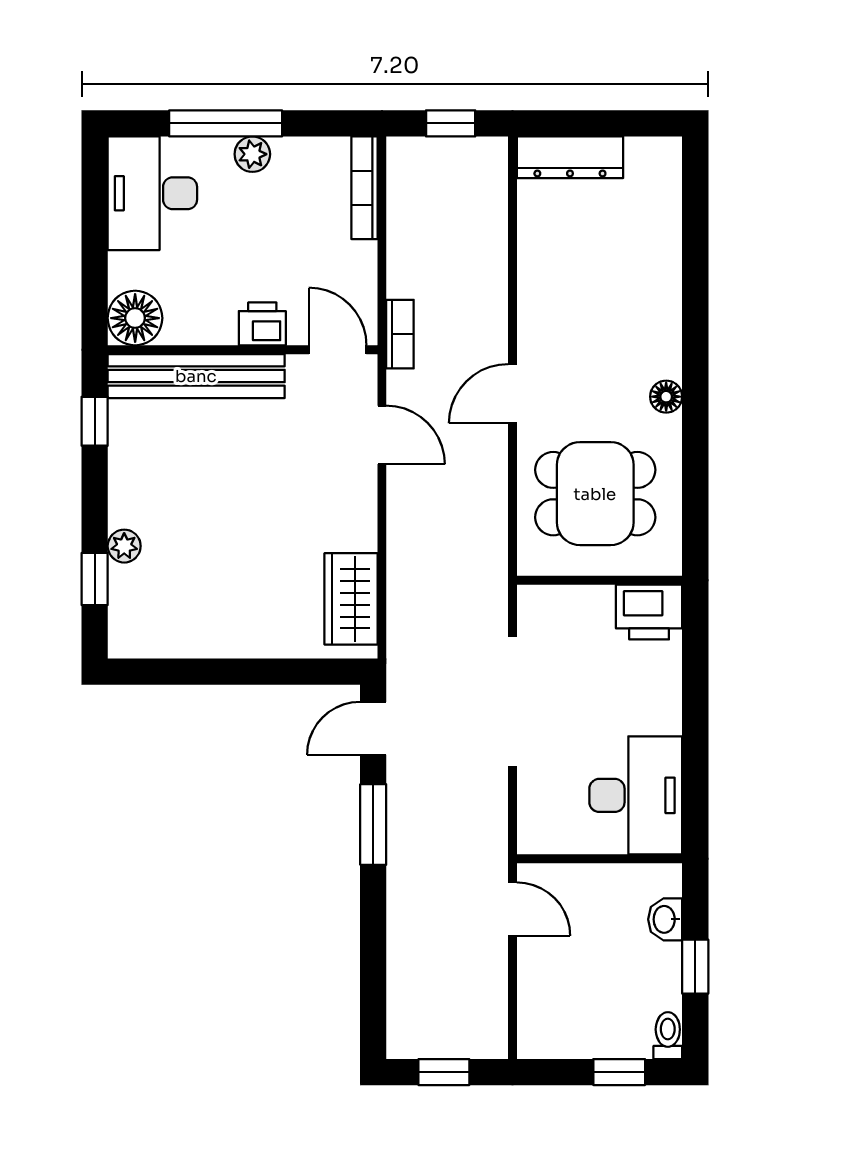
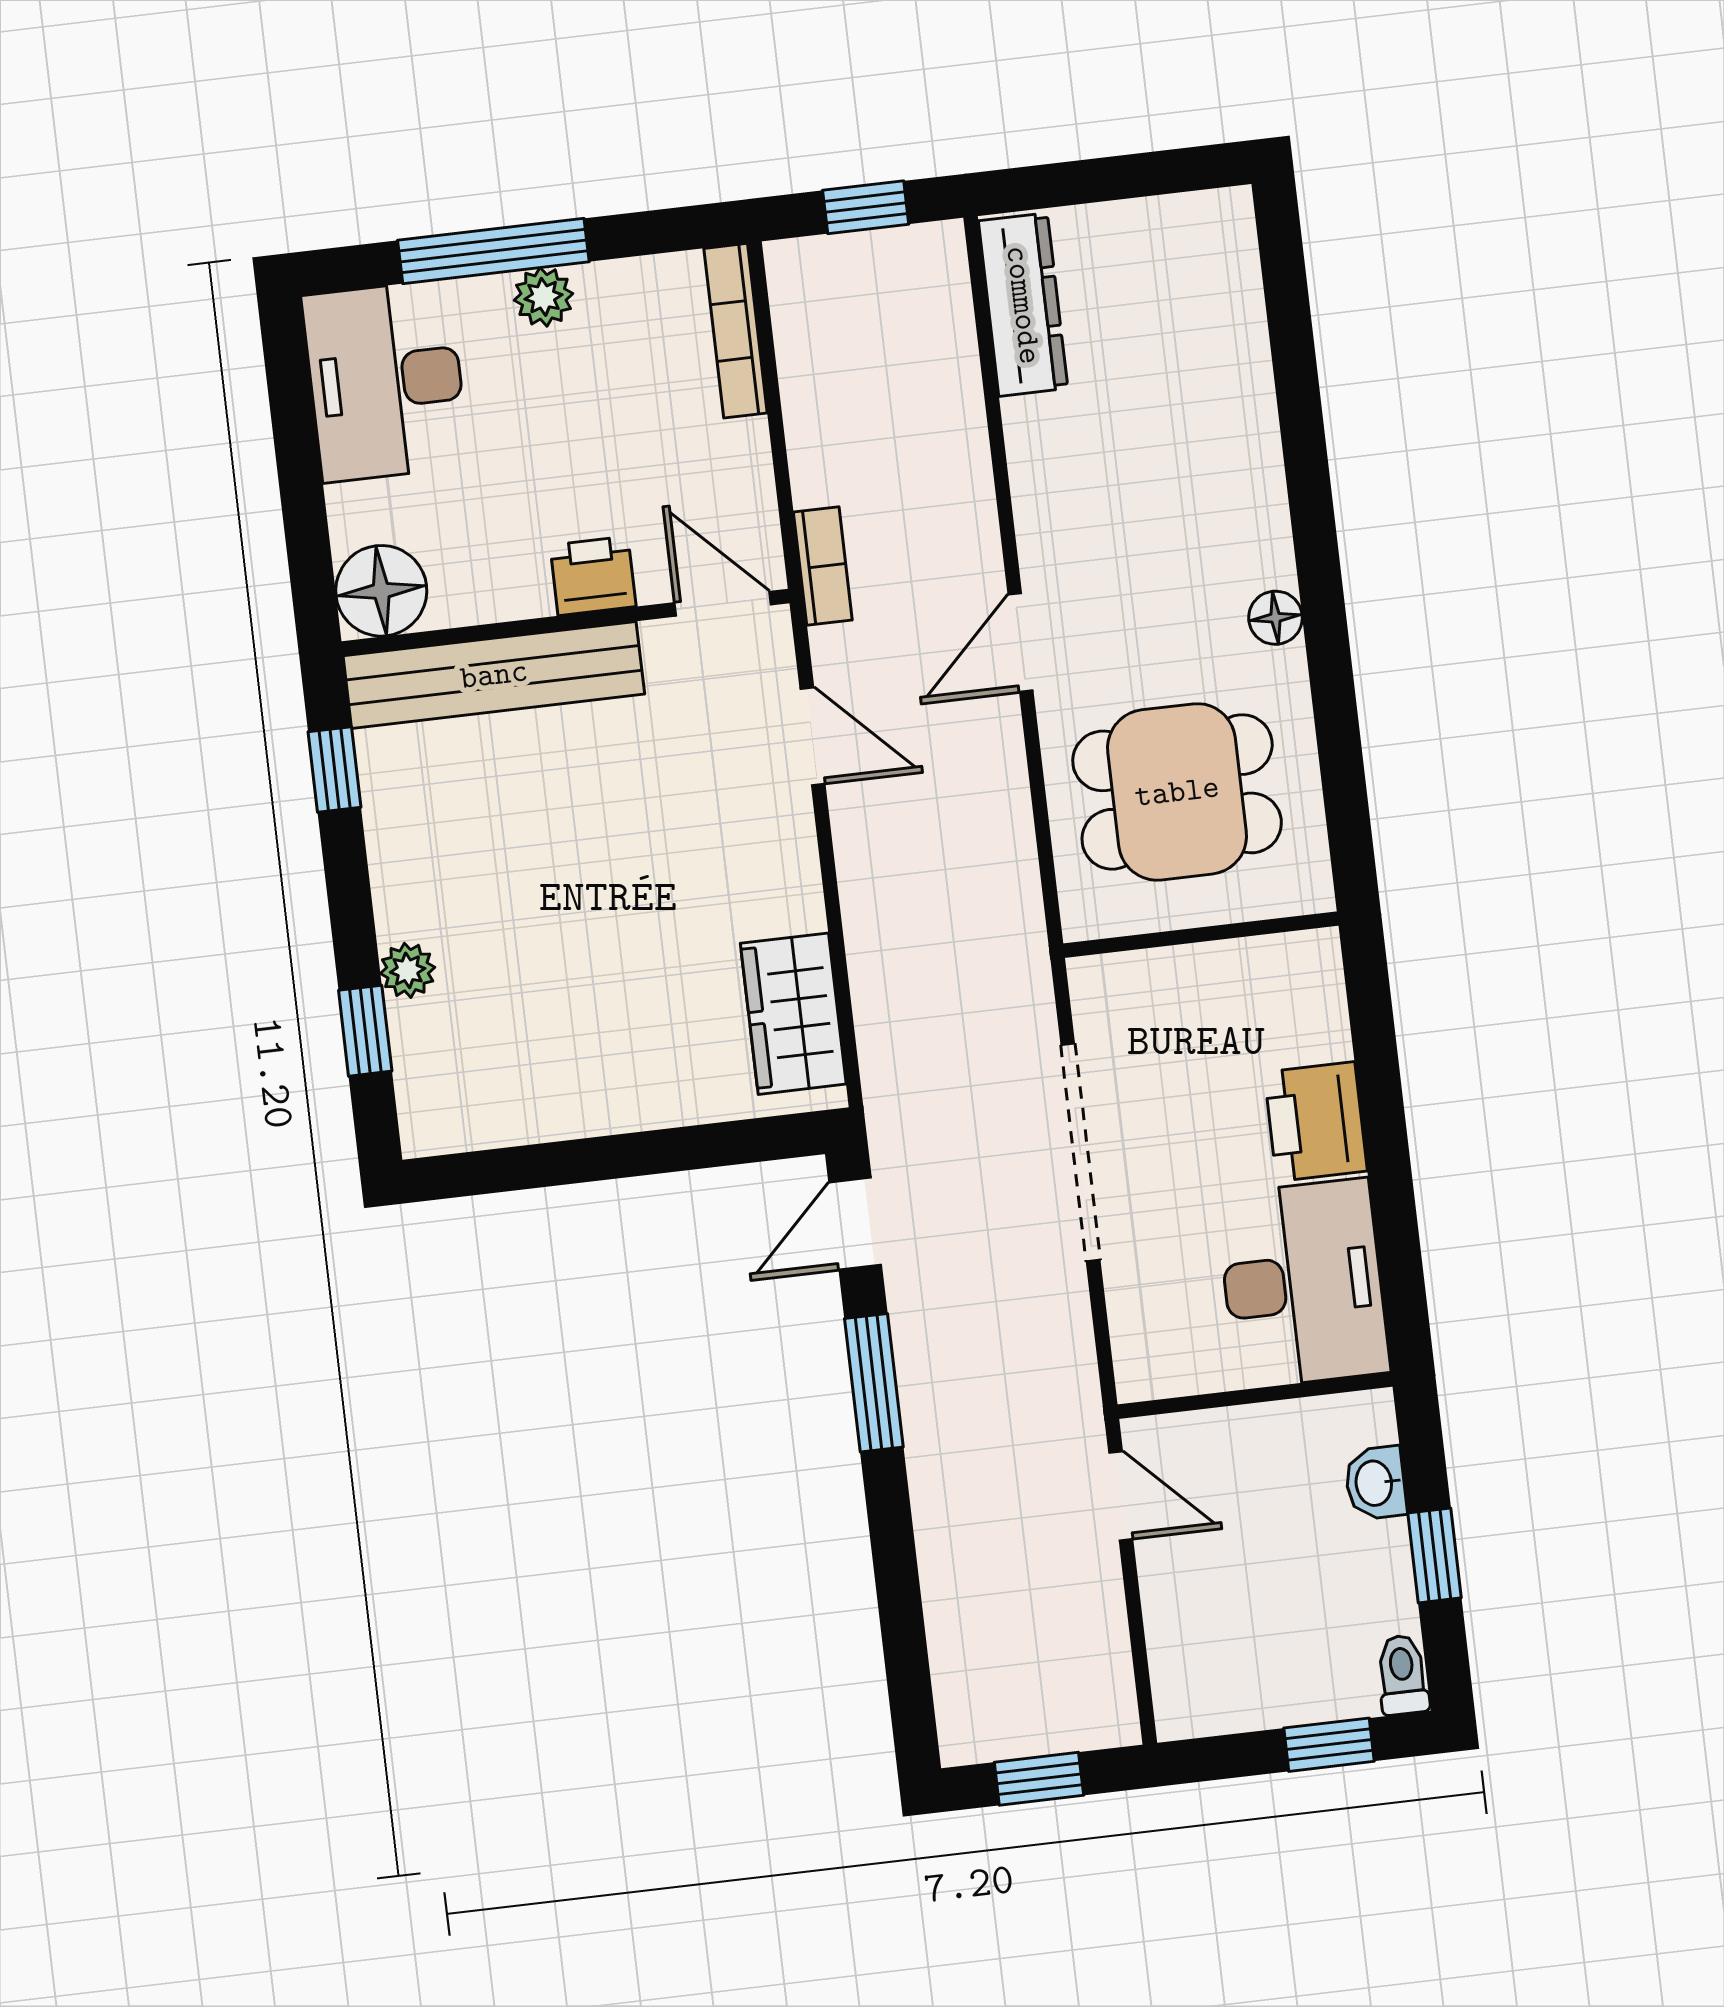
dresser: (570, 157) -> (1023, 305), moved, turned -90
printer: (649, 612) -> (1316, 1122), moved, turned 90

